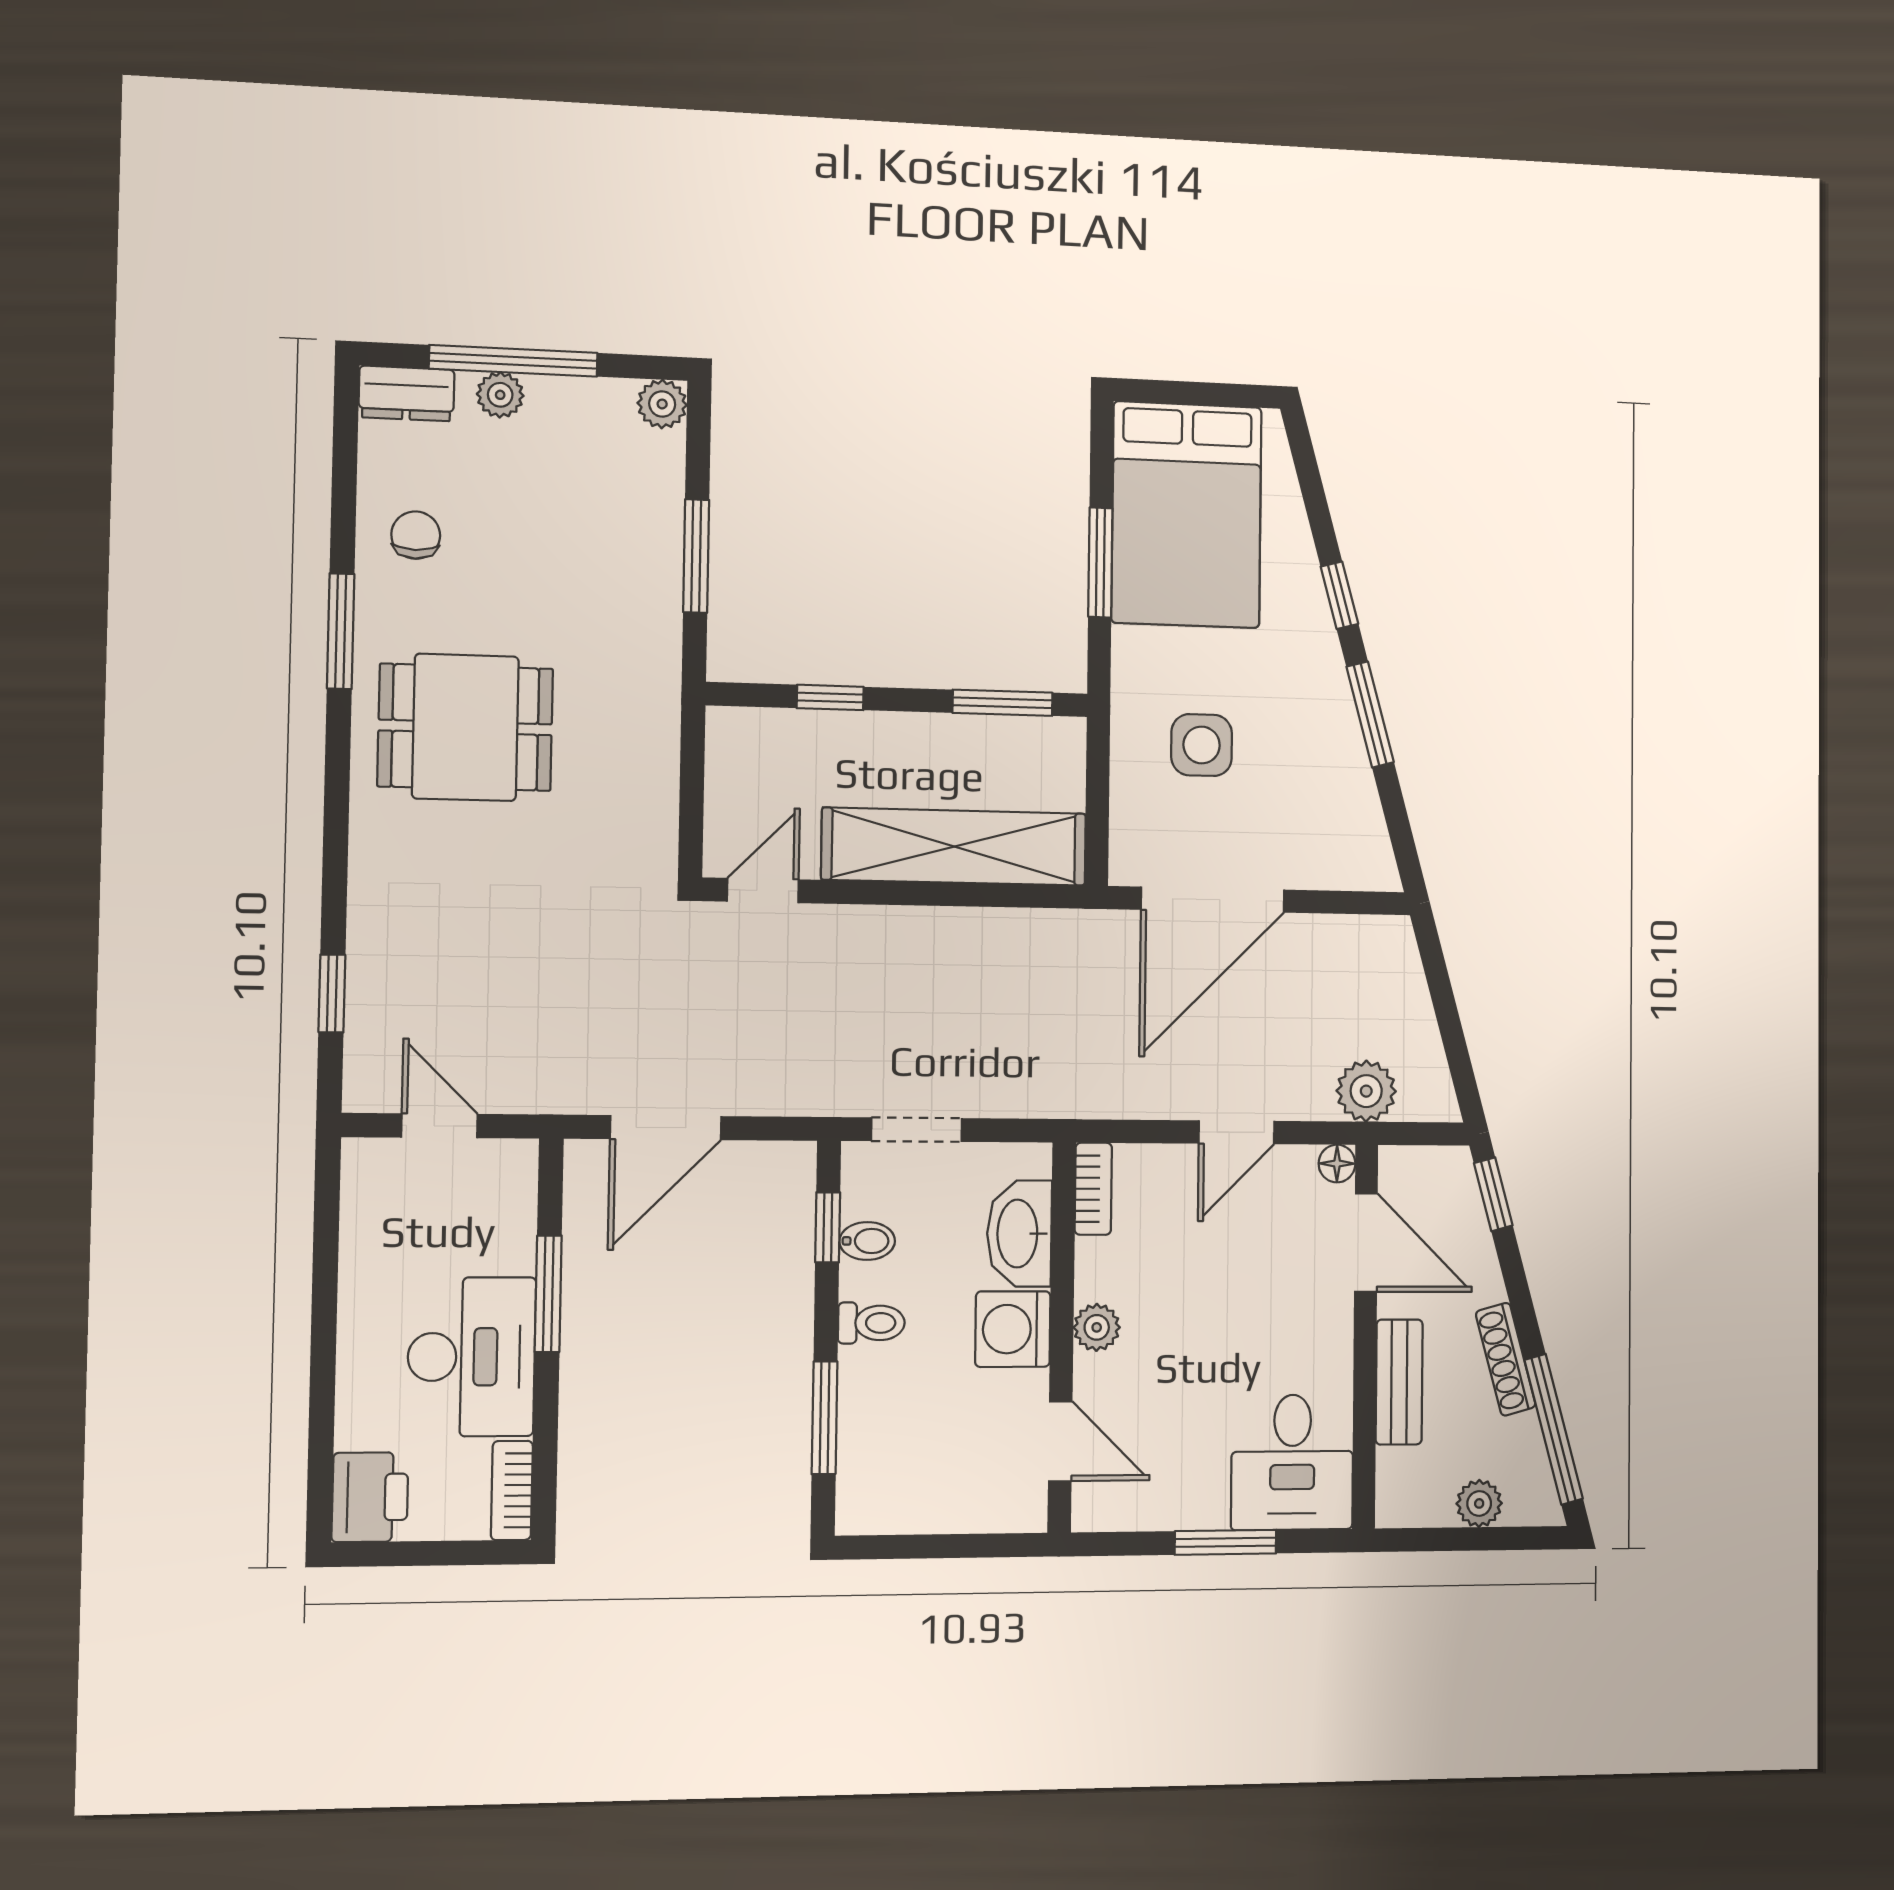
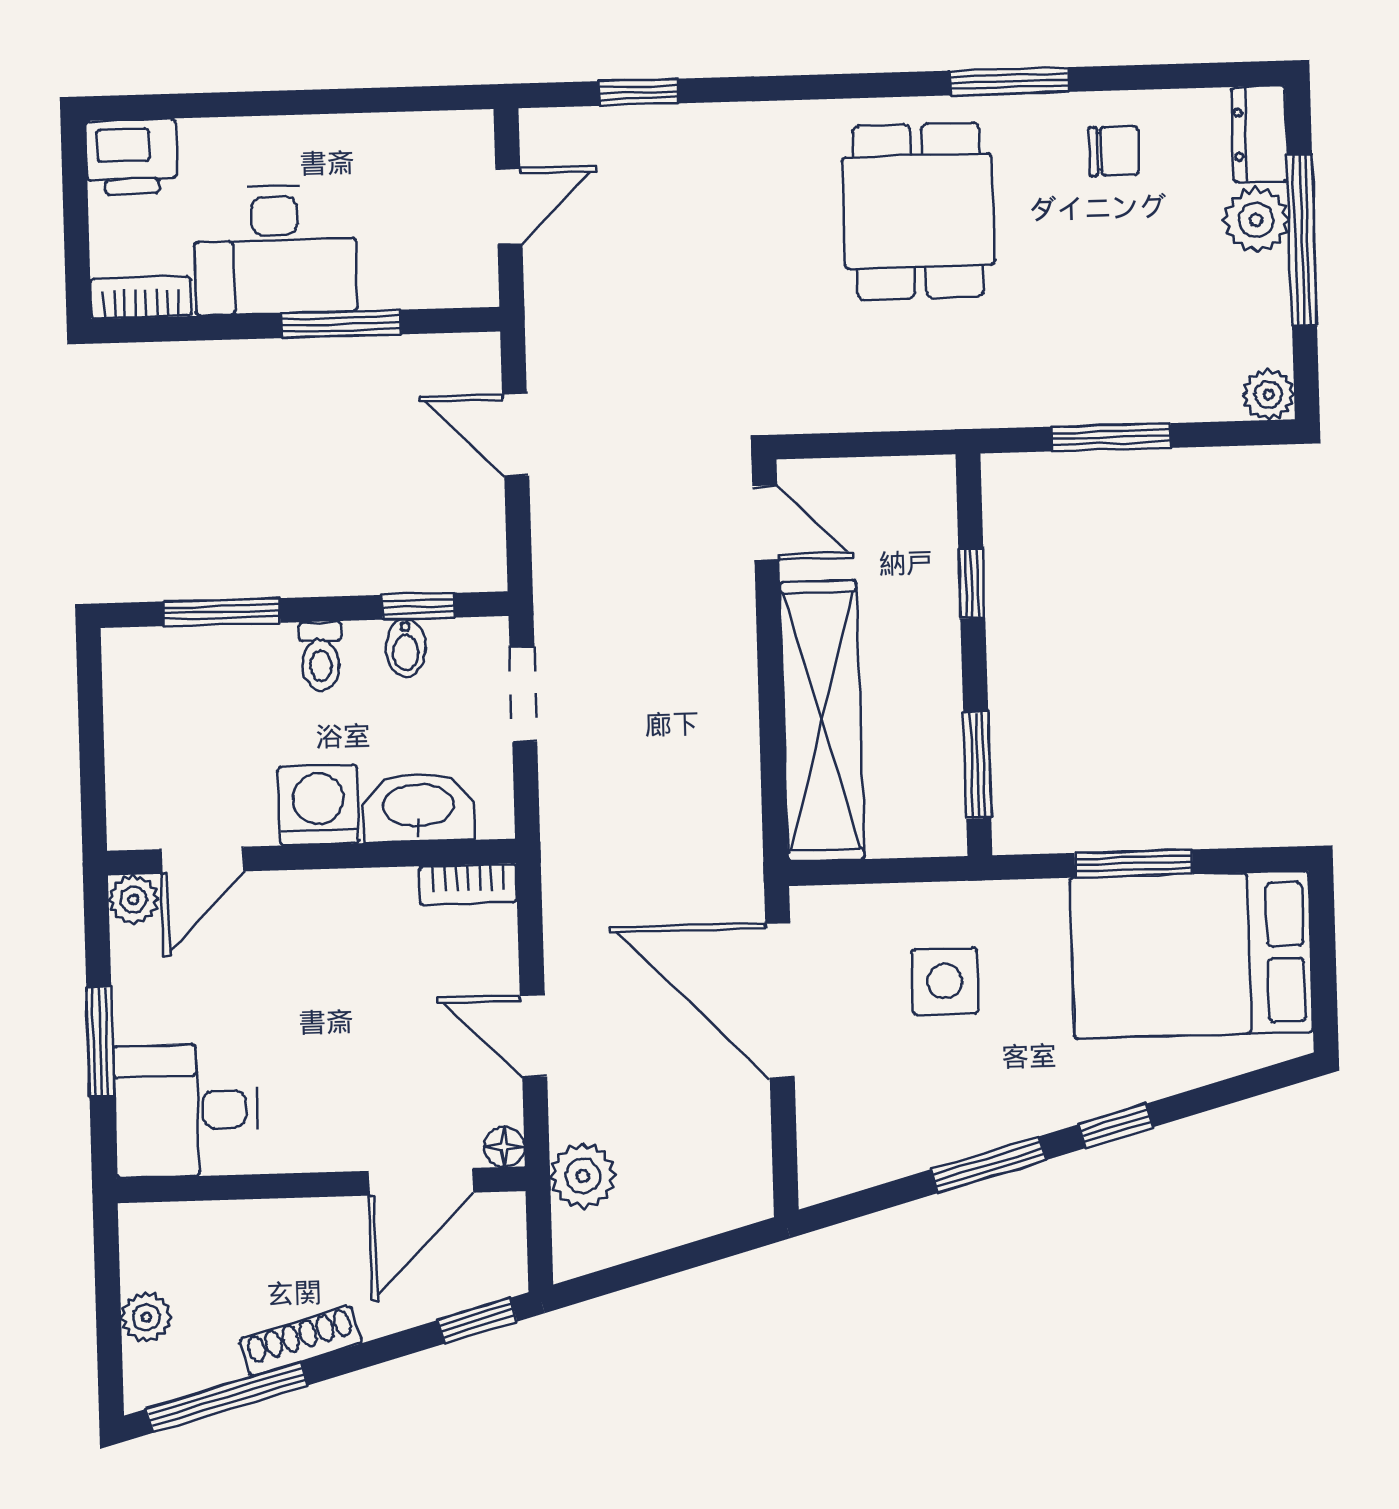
plant: (500, 395) -> (1256, 220), width x1.38, depth x1.38
door: (666, 1128) -> (516, 435), width x0.73
plant: (1097, 1327) -> (133, 900), moved
bench: (1399, 1382) -> (274, 1224), removed

